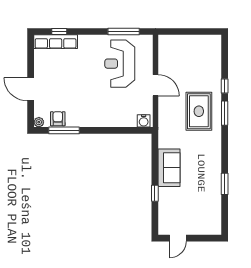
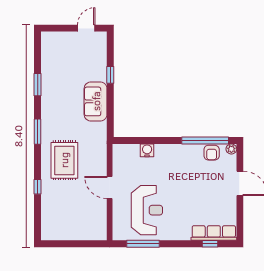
window: (225, 113) -> (38, 132), moved
water cooler: (144, 121) -> (147, 150), moved
window: (64, 130) -> (205, 141), width x1.46

